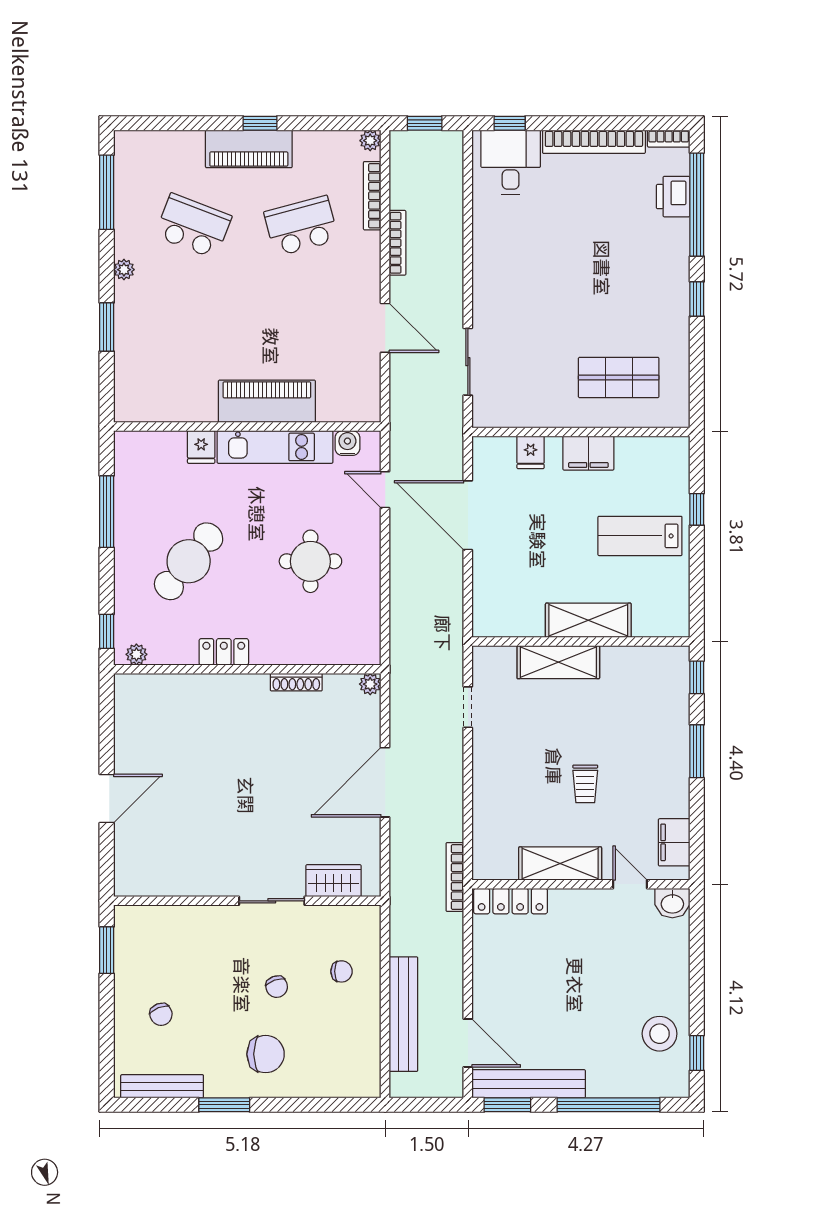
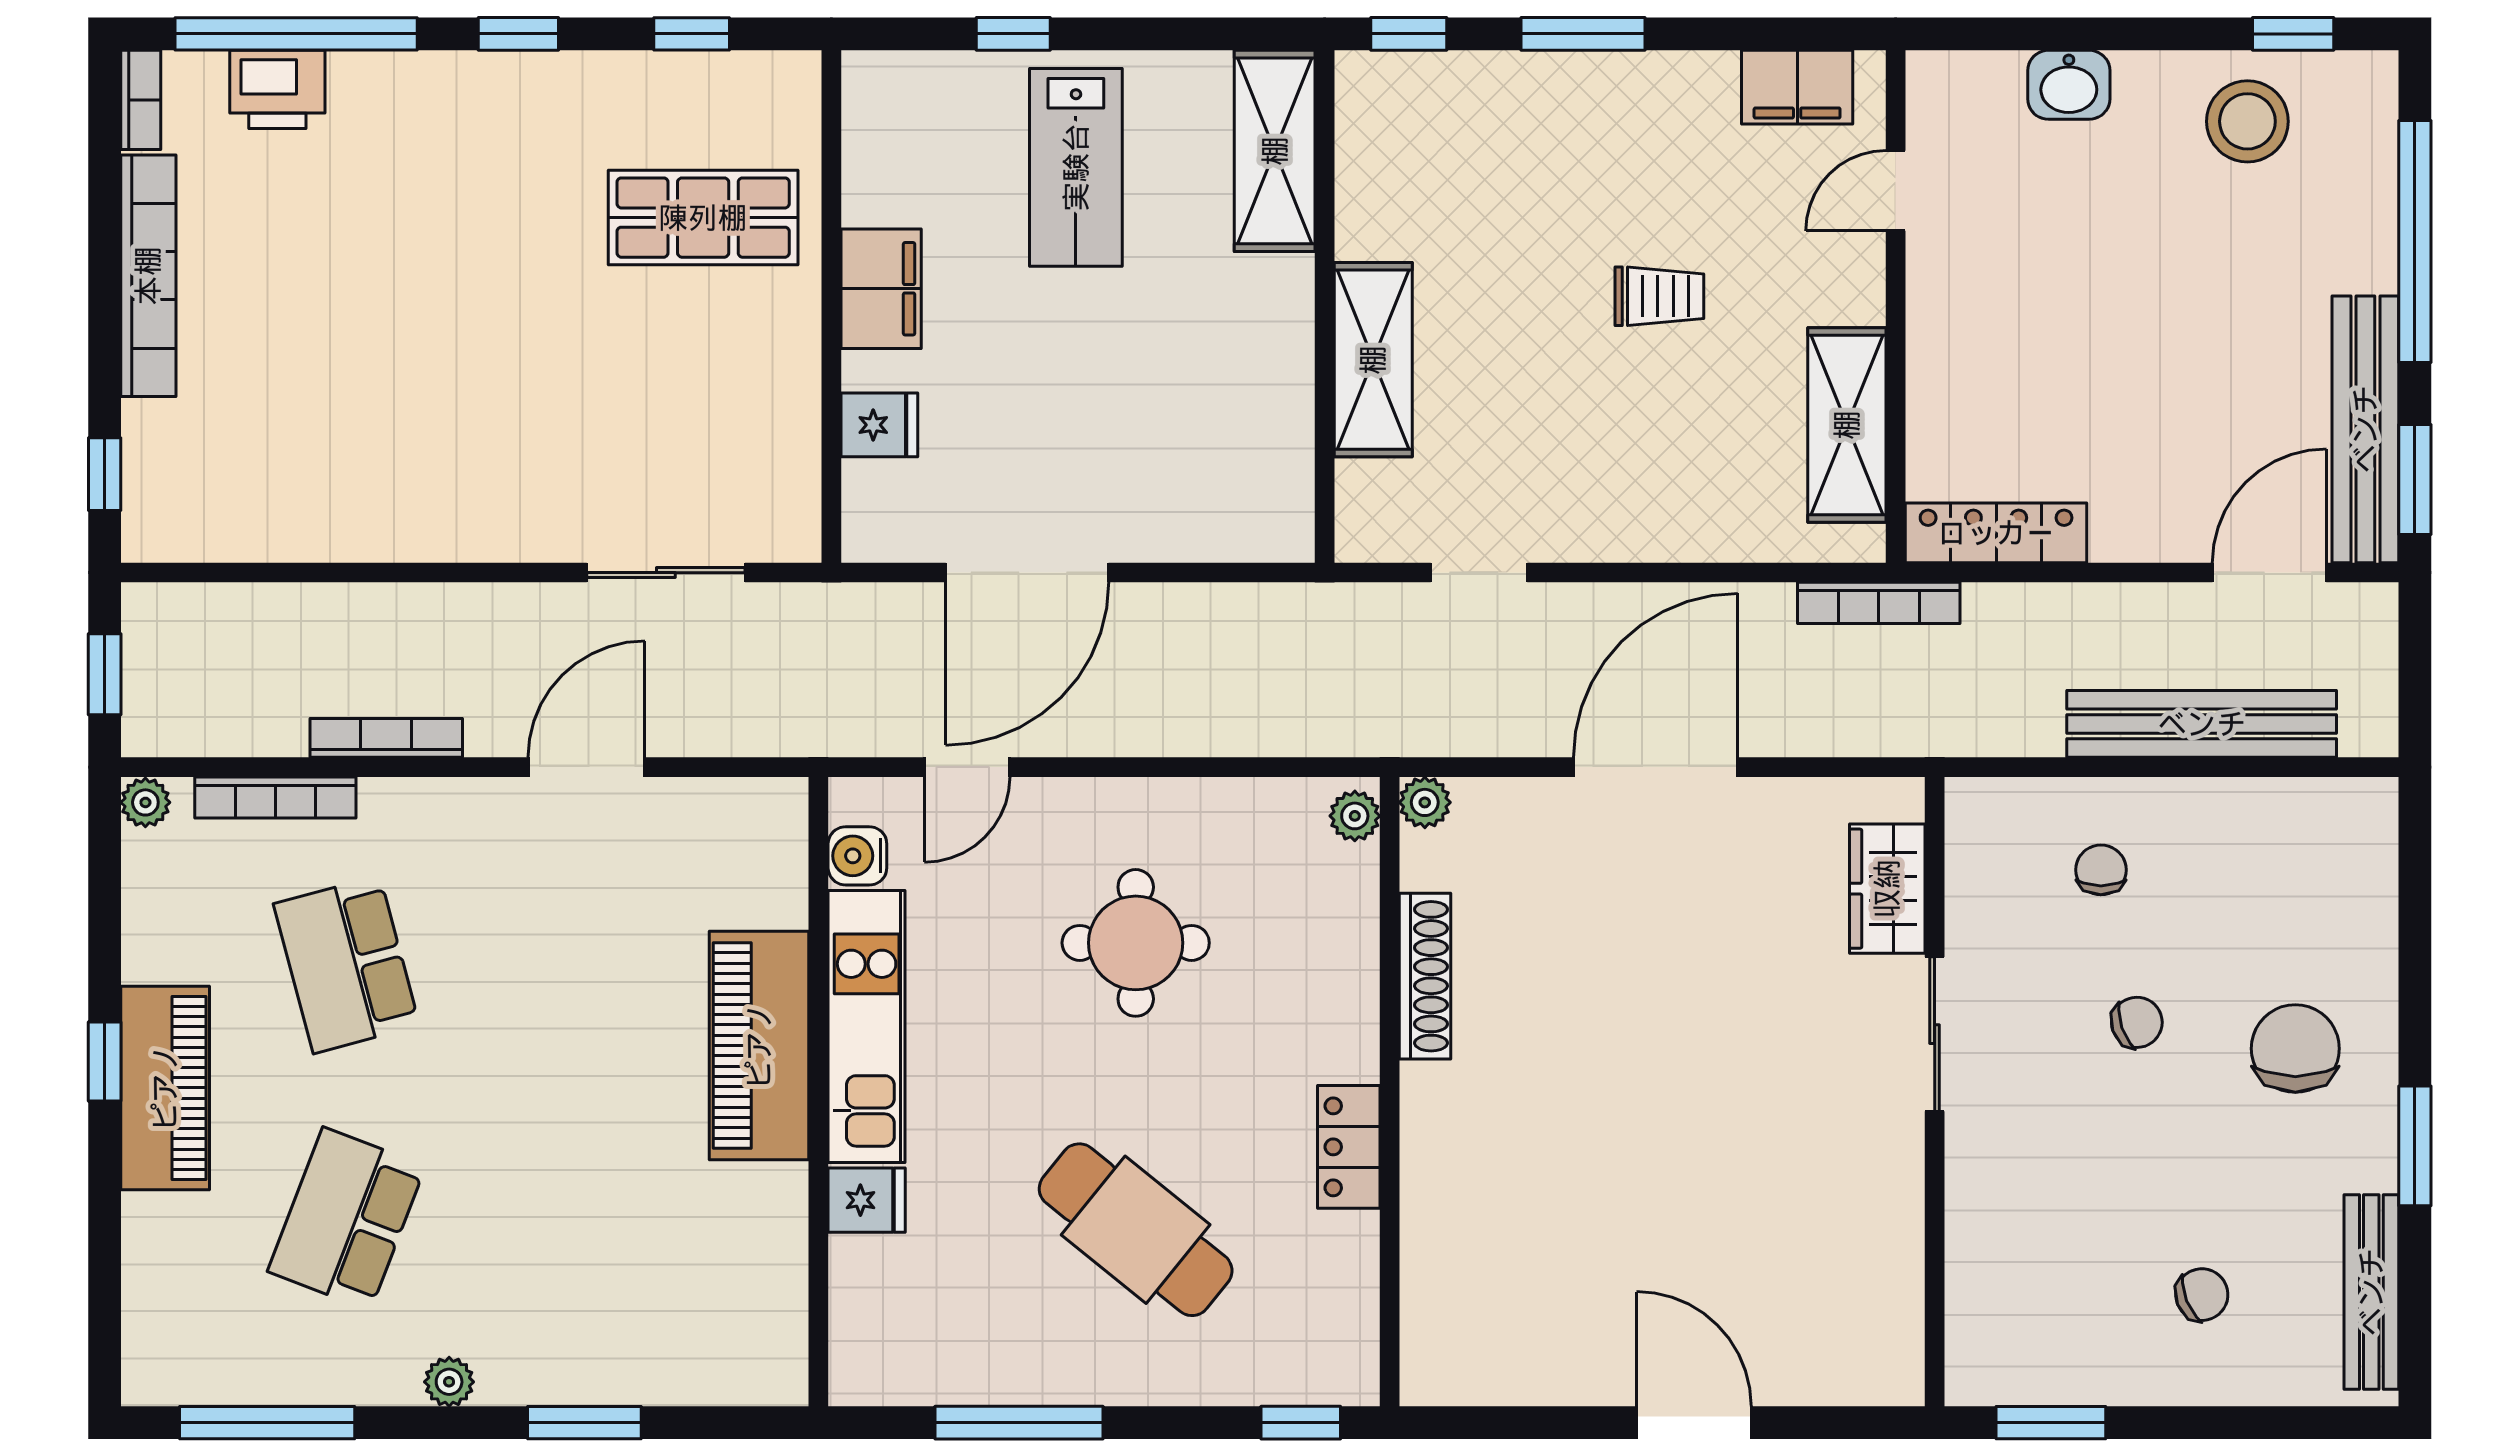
desk: (511, 162) -> (196, 472), removed
window: (697, 373) -> (692, 34), added
shop shelf: (619, 377) -> (703, 218), turned 90
shelving: (588, 620) -> (1275, 151), moved
plant: (136, 654) -> (1355, 816), moved
shoe rack: (296, 682) -> (1425, 976), width x1.36, depth x1.24
door: (385, 782) -> (1656, 767), swing flipped
shelving: (560, 864) -> (1847, 425), moved
locker: (510, 901) -> (1996, 533), moved, turned -90
washbasin: (672, 903) -> (2069, 85), moved, turned 90

